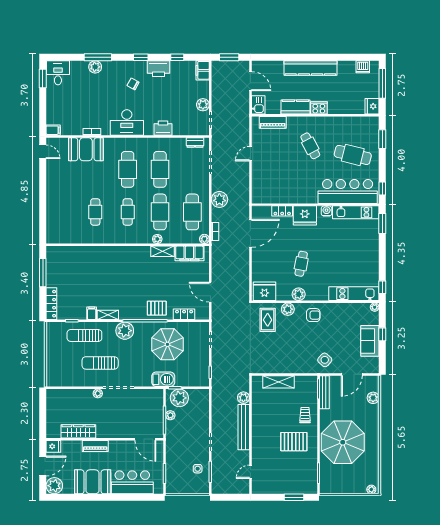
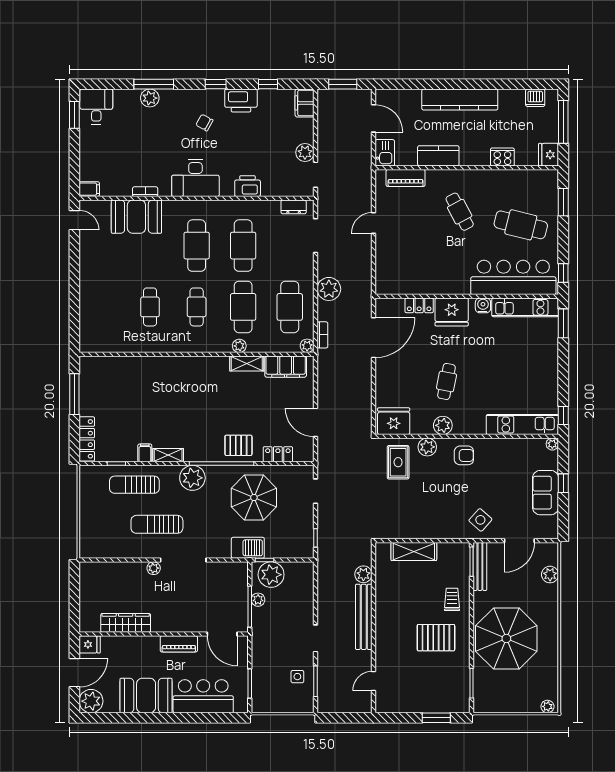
cooker: (319, 108) -> (502, 157), moved
piano: (95, 446) -> (179, 644), moved

